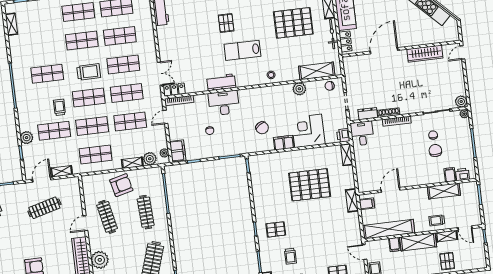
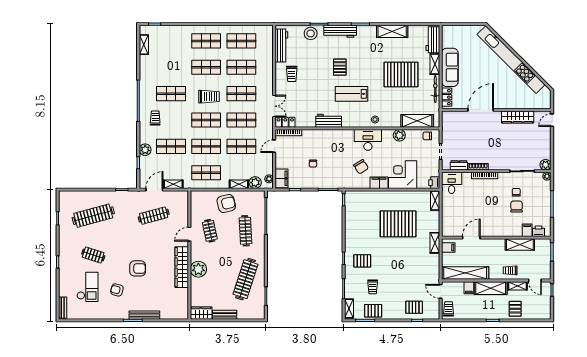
trolley: (175, 37) -> (292, 74), added
desk: (224, 103) -> (368, 140), moved
trolley: (59, 107) -> (155, 118), moved
clothes rail: (107, 217) -> (210, 231), width x0.73

